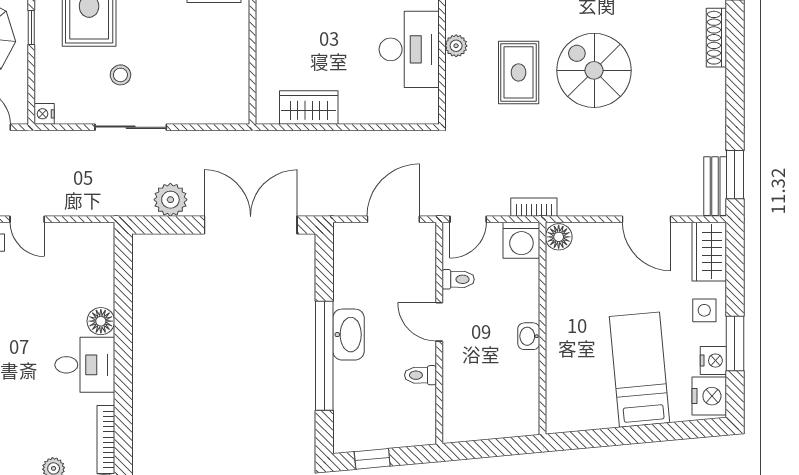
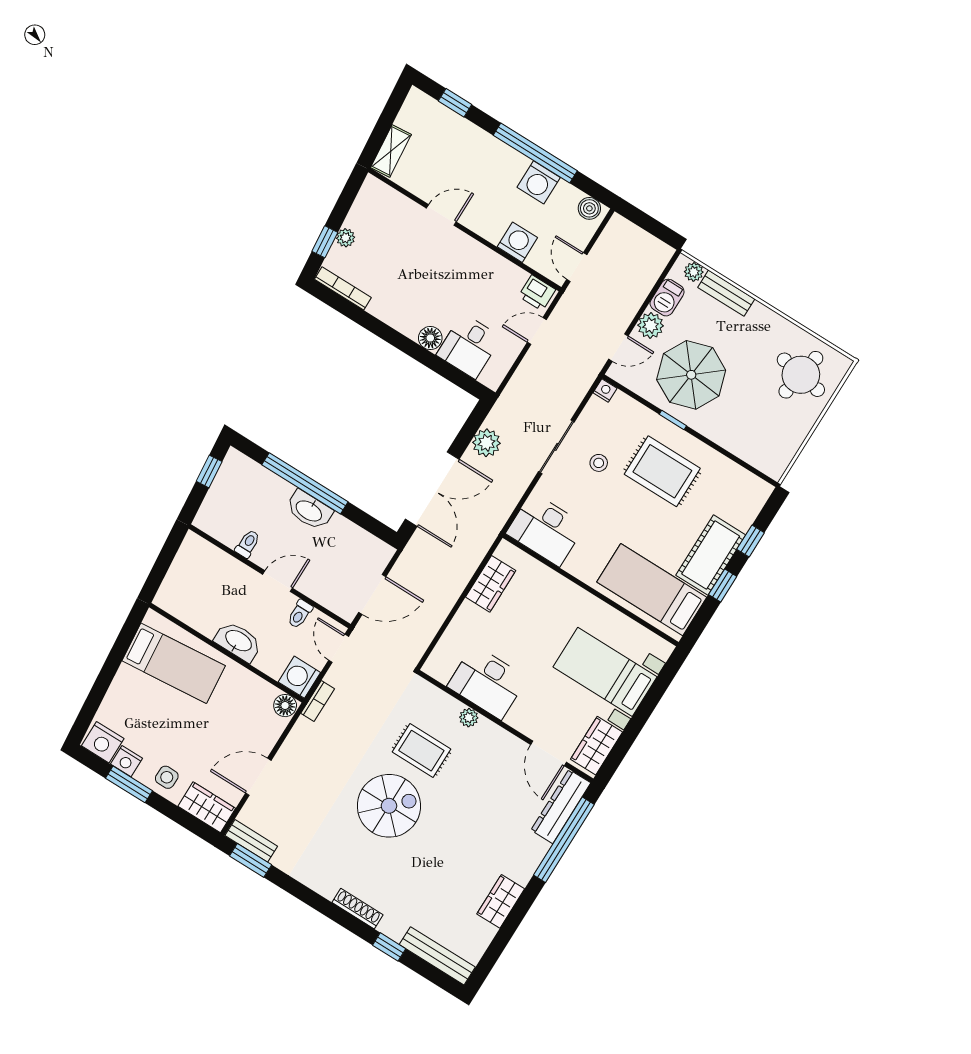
desk: (220, 87) -> (545, 529), added
door: (393, 219) -> (372, 594), hinge flipped
washbasin: (529, 336) -> (238, 641), width x1.91, depth x1.45
desk: (85, 365) -> (469, 346), moved
bed: (640, 370) -> (174, 663), moved

